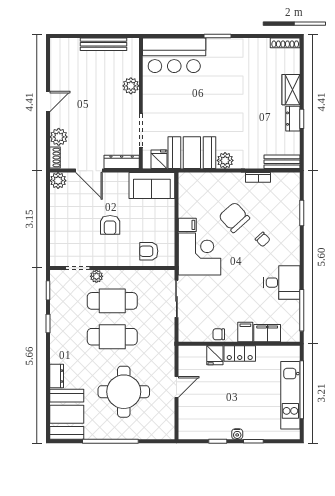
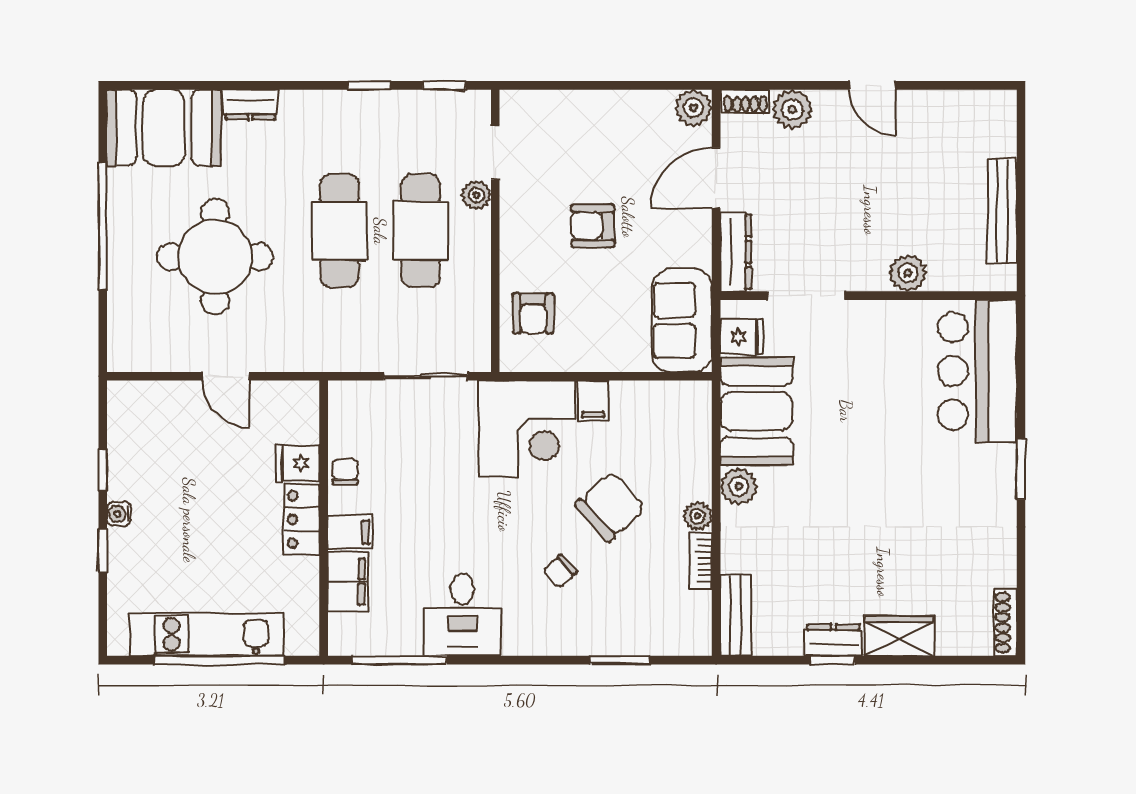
plant: (238, 179) -> (698, 516), added
armchair: (149, 251) -> (533, 313), turned 180

